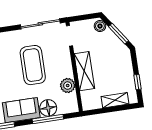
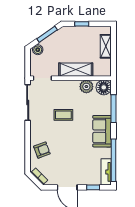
coffee table: (33, 65) -> (63, 115), width x0.54, depth x0.58
window: (137, 82) -> (82, 24), moved
floor lamp: (48, 108) -> (104, 87), moved

